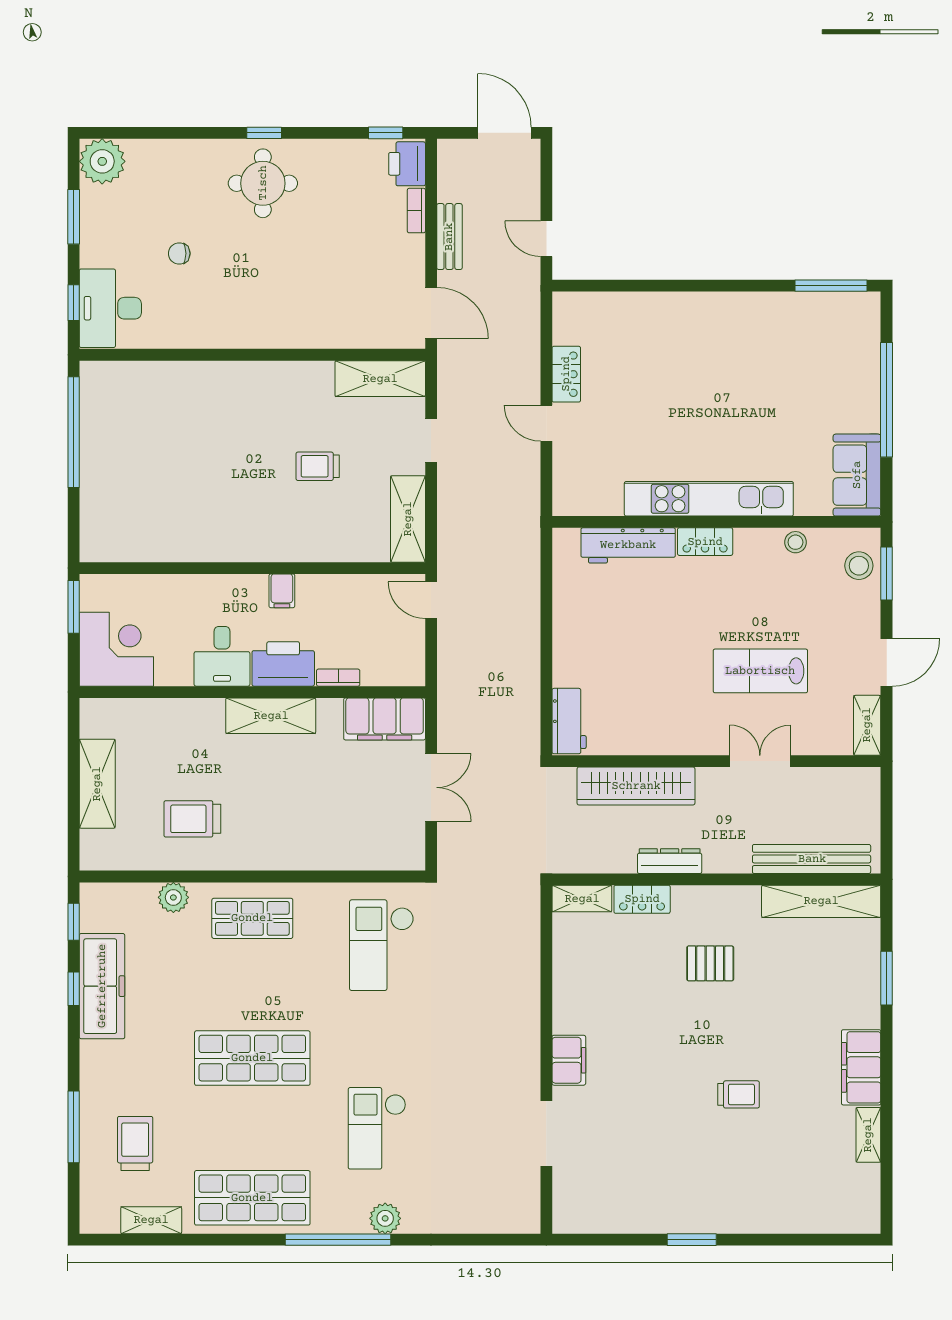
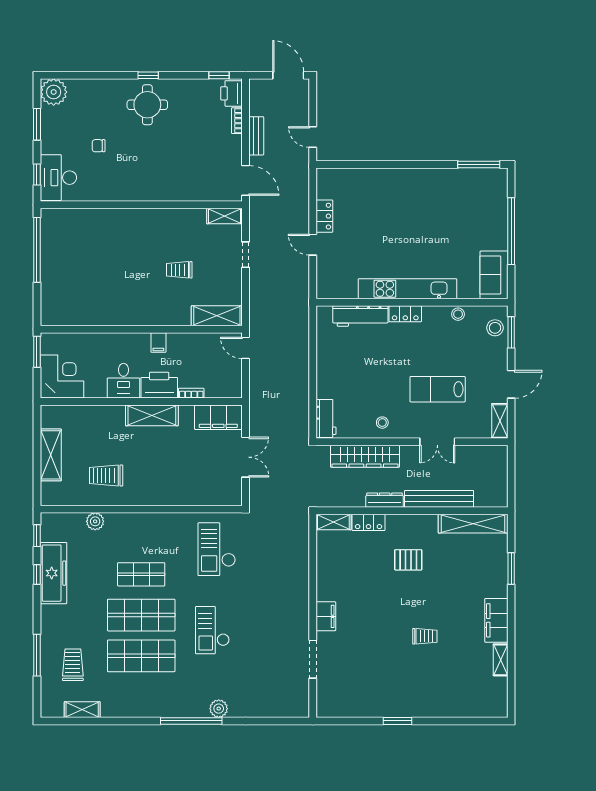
shelving: (380, 379) -> (225, 216), width x0.67, depth x0.75
shelving: (408, 519) -> (217, 316), moved, turned 90
stool: (666, 728) -> (382, 423), added
double door: (760, 761) -> (437, 442), swing flipped
bench: (812, 859) -> (439, 499), moved
shop shelf: (252, 918) -> (141, 574), moved
checkout: (377, 1128) -> (212, 630), moved
shop shelf: (252, 1198) -> (141, 656), moved

